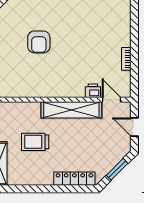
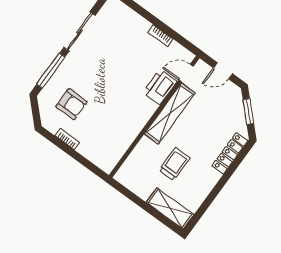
armchair: (39, 42) -> (72, 104), moved
printer: (93, 91) -> (160, 87), width x1.87, depth x1.48
trolley: (35, 142) -> (174, 164), turned 180

